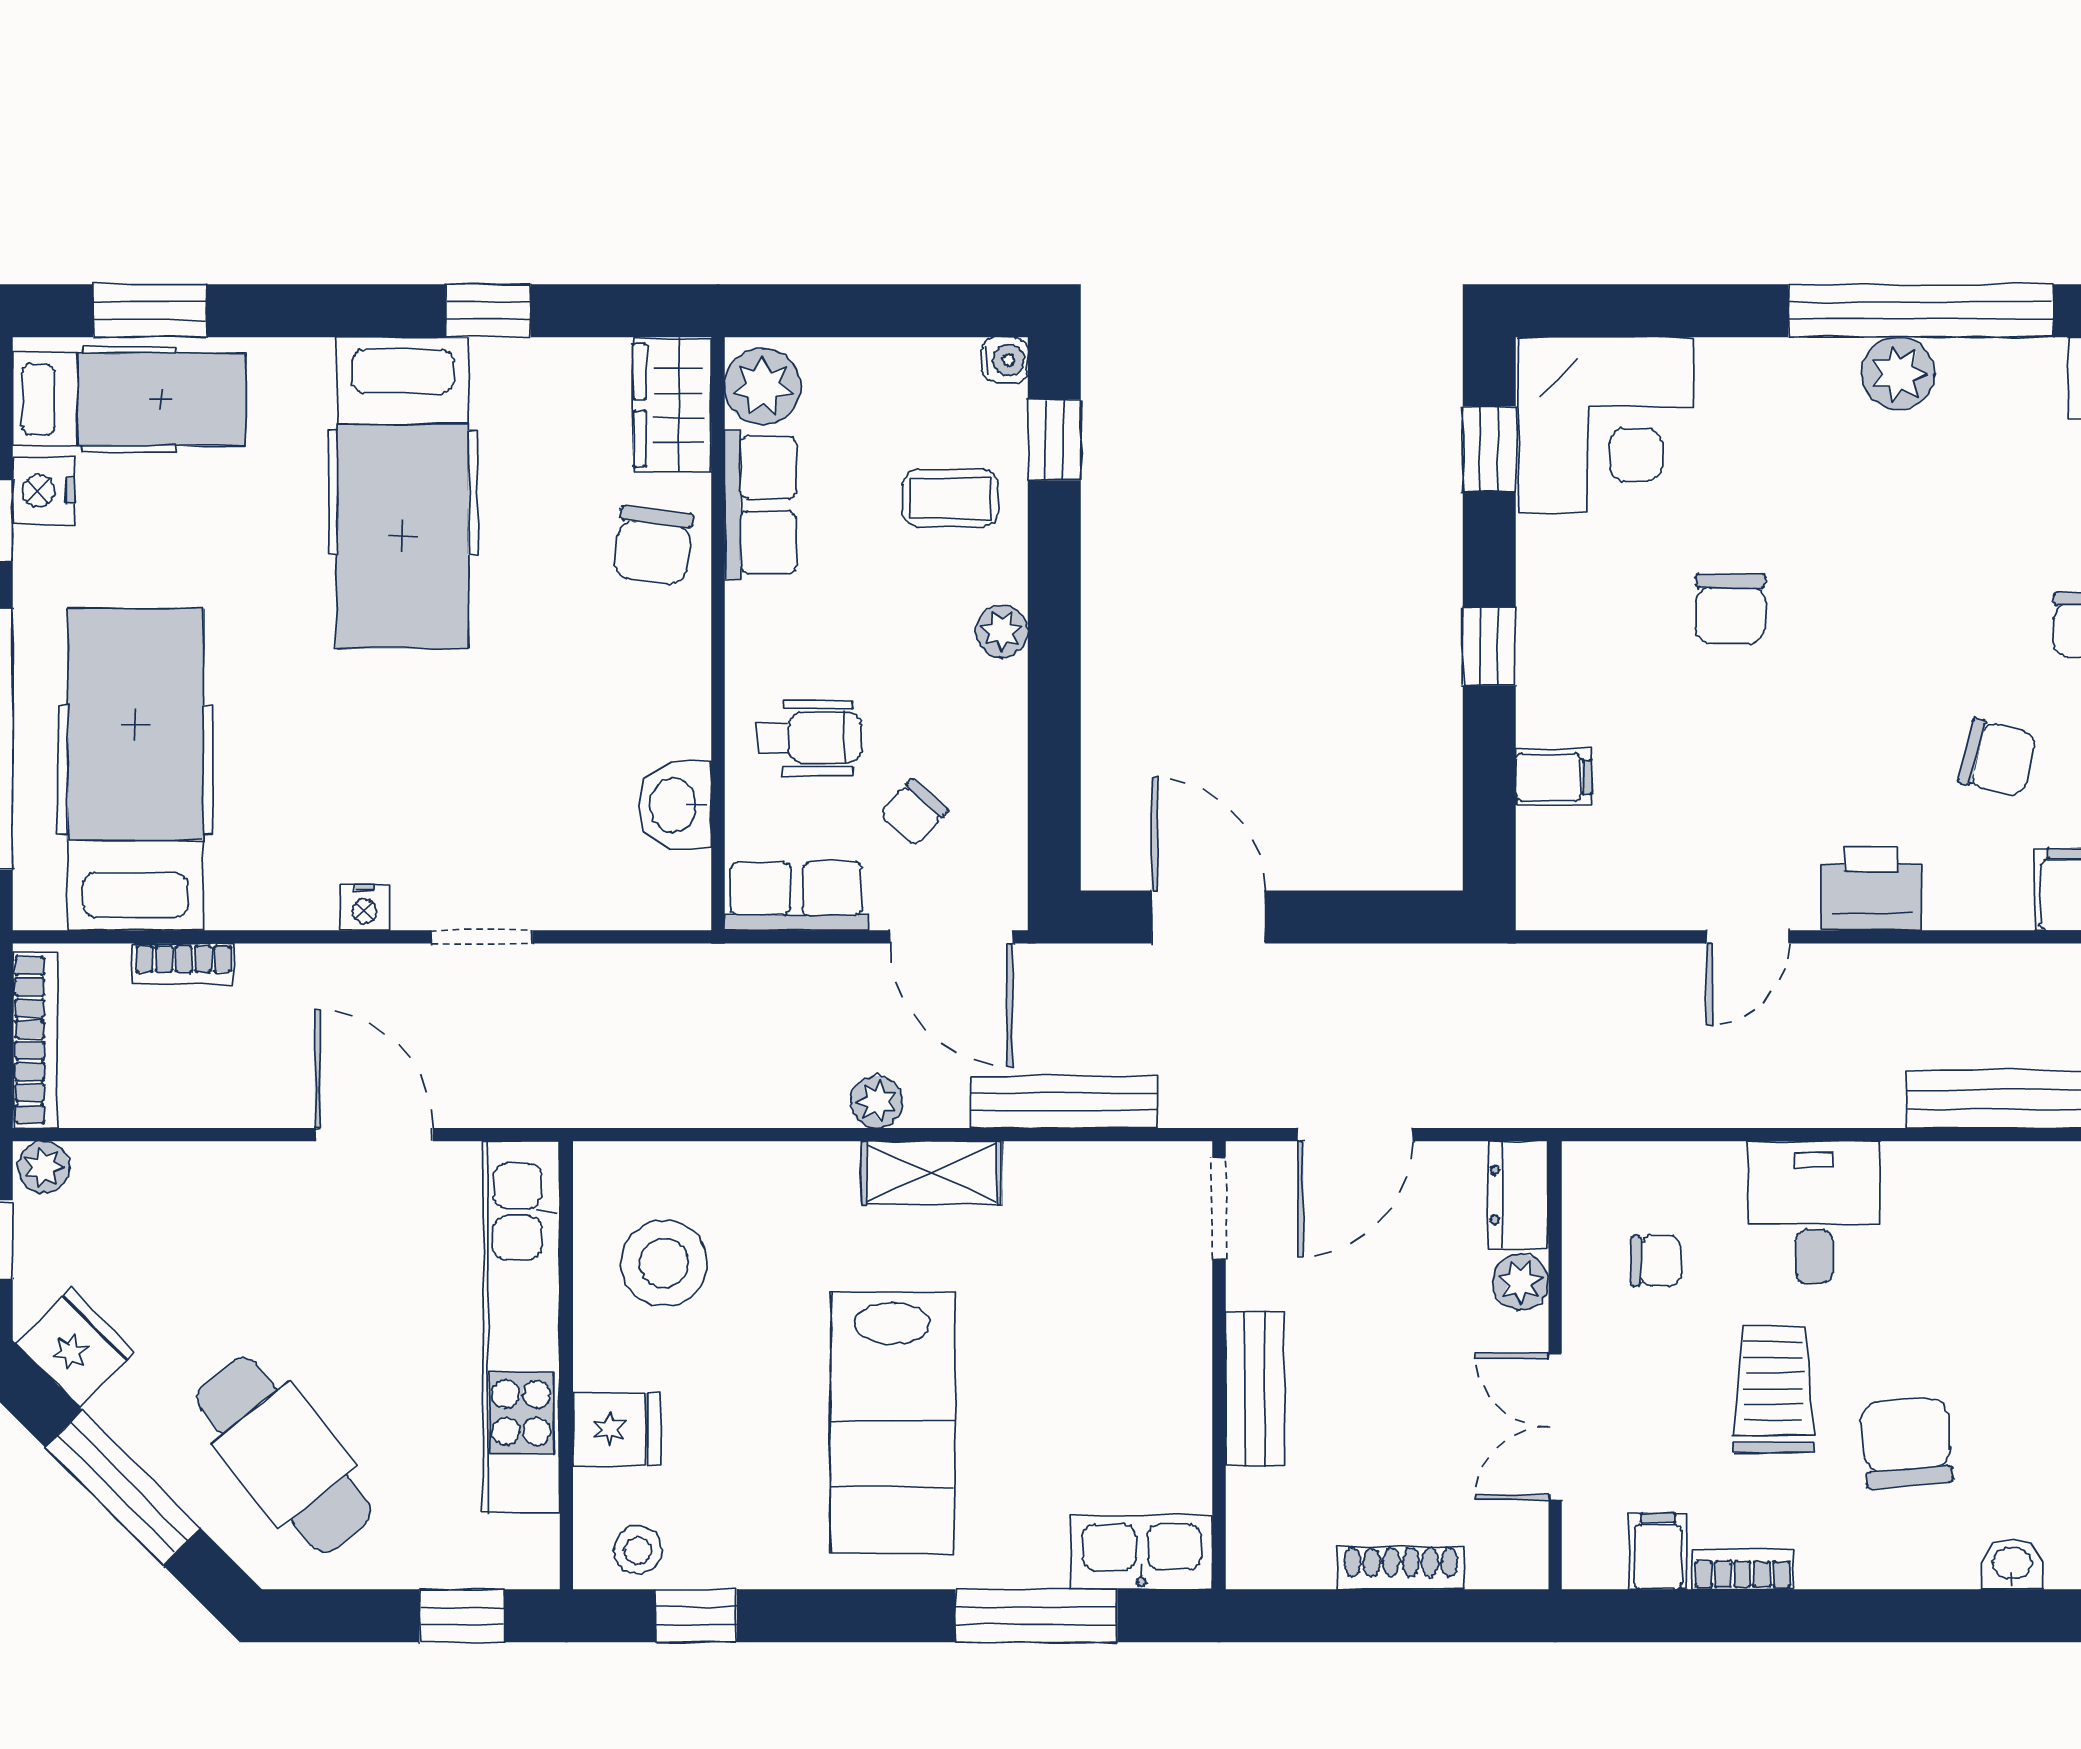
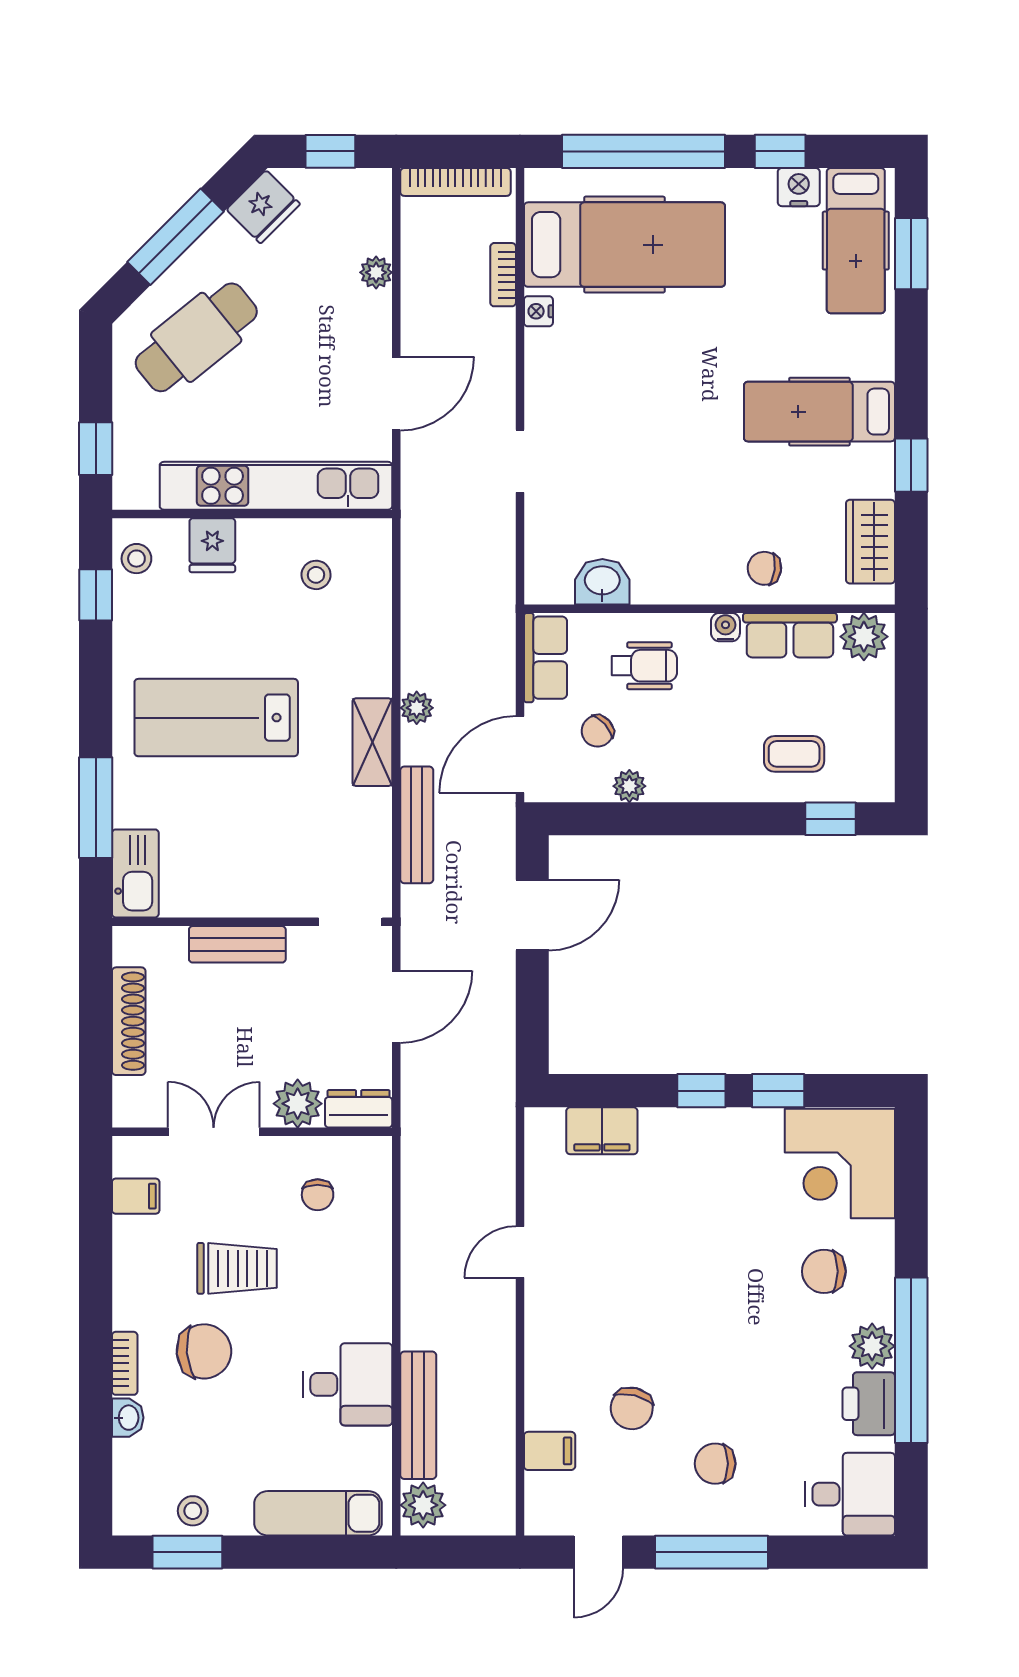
water cooler: (1005, 360) -> (725, 627), moved, turned 180
wardrobe: (672, 405) -> (870, 542), moved, turned -90
window: (1489, 449) -> (778, 1091), moved
hospital bed: (403, 493) -> (819, 412), width x0.73, depth x0.78
coffee table: (950, 498) -> (794, 754), turned 90
chair: (653, 546) -> (764, 568), width x0.73, depth x0.73
chair: (1731, 609) -> (824, 1271), moved
plant: (1002, 631) -> (629, 786), moved
wheelchair: (809, 738) -> (644, 666), turned -90
filing cabinet: (1553, 777) -> (602, 1131), width x2.00
chair: (914, 813) -> (598, 731), turned -84
printer: (1871, 889) -> (869, 1404), moved, turned 180
nightstand: (365, 907) -> (538, 311), moved
door: (1747, 937) -> (520, 1252), hinge flipped
door: (1355, 1135) -> (396, 1007), swing flipped
plant: (44, 1167) -> (376, 272), moved
desk: (1814, 1212) -> (348, 1384), moved
stool: (664, 1263) -> (316, 575), width x0.53, depth x0.53
plant: (1520, 1282) -> (298, 1104), width x1.38, depth x1.38
shoe rack: (1401, 1568) -> (129, 1021), width x1.36, depth x1.24
bookcase: (1742, 1569) -> (125, 1363), moved

